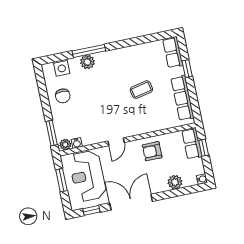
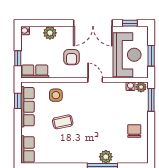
side table: (62, 68) -> (56, 95), moved
window: (187, 69) -> (18, 101), moved
door: (116, 142) -> (95, 80), hinge flipped
row of seats: (192, 144) -> (35, 71), moved, turned -90
armchair: (152, 151) -> (72, 57), moved, turned 90

